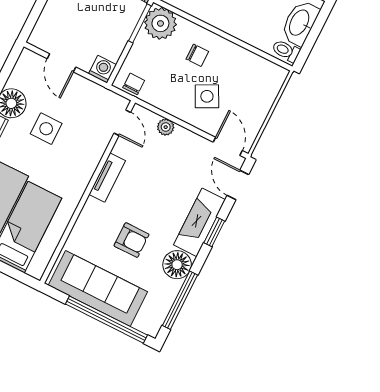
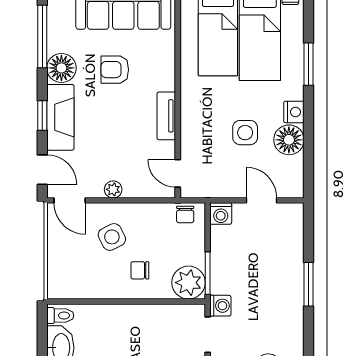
plant: (166, 127) -> (113, 189), moved

